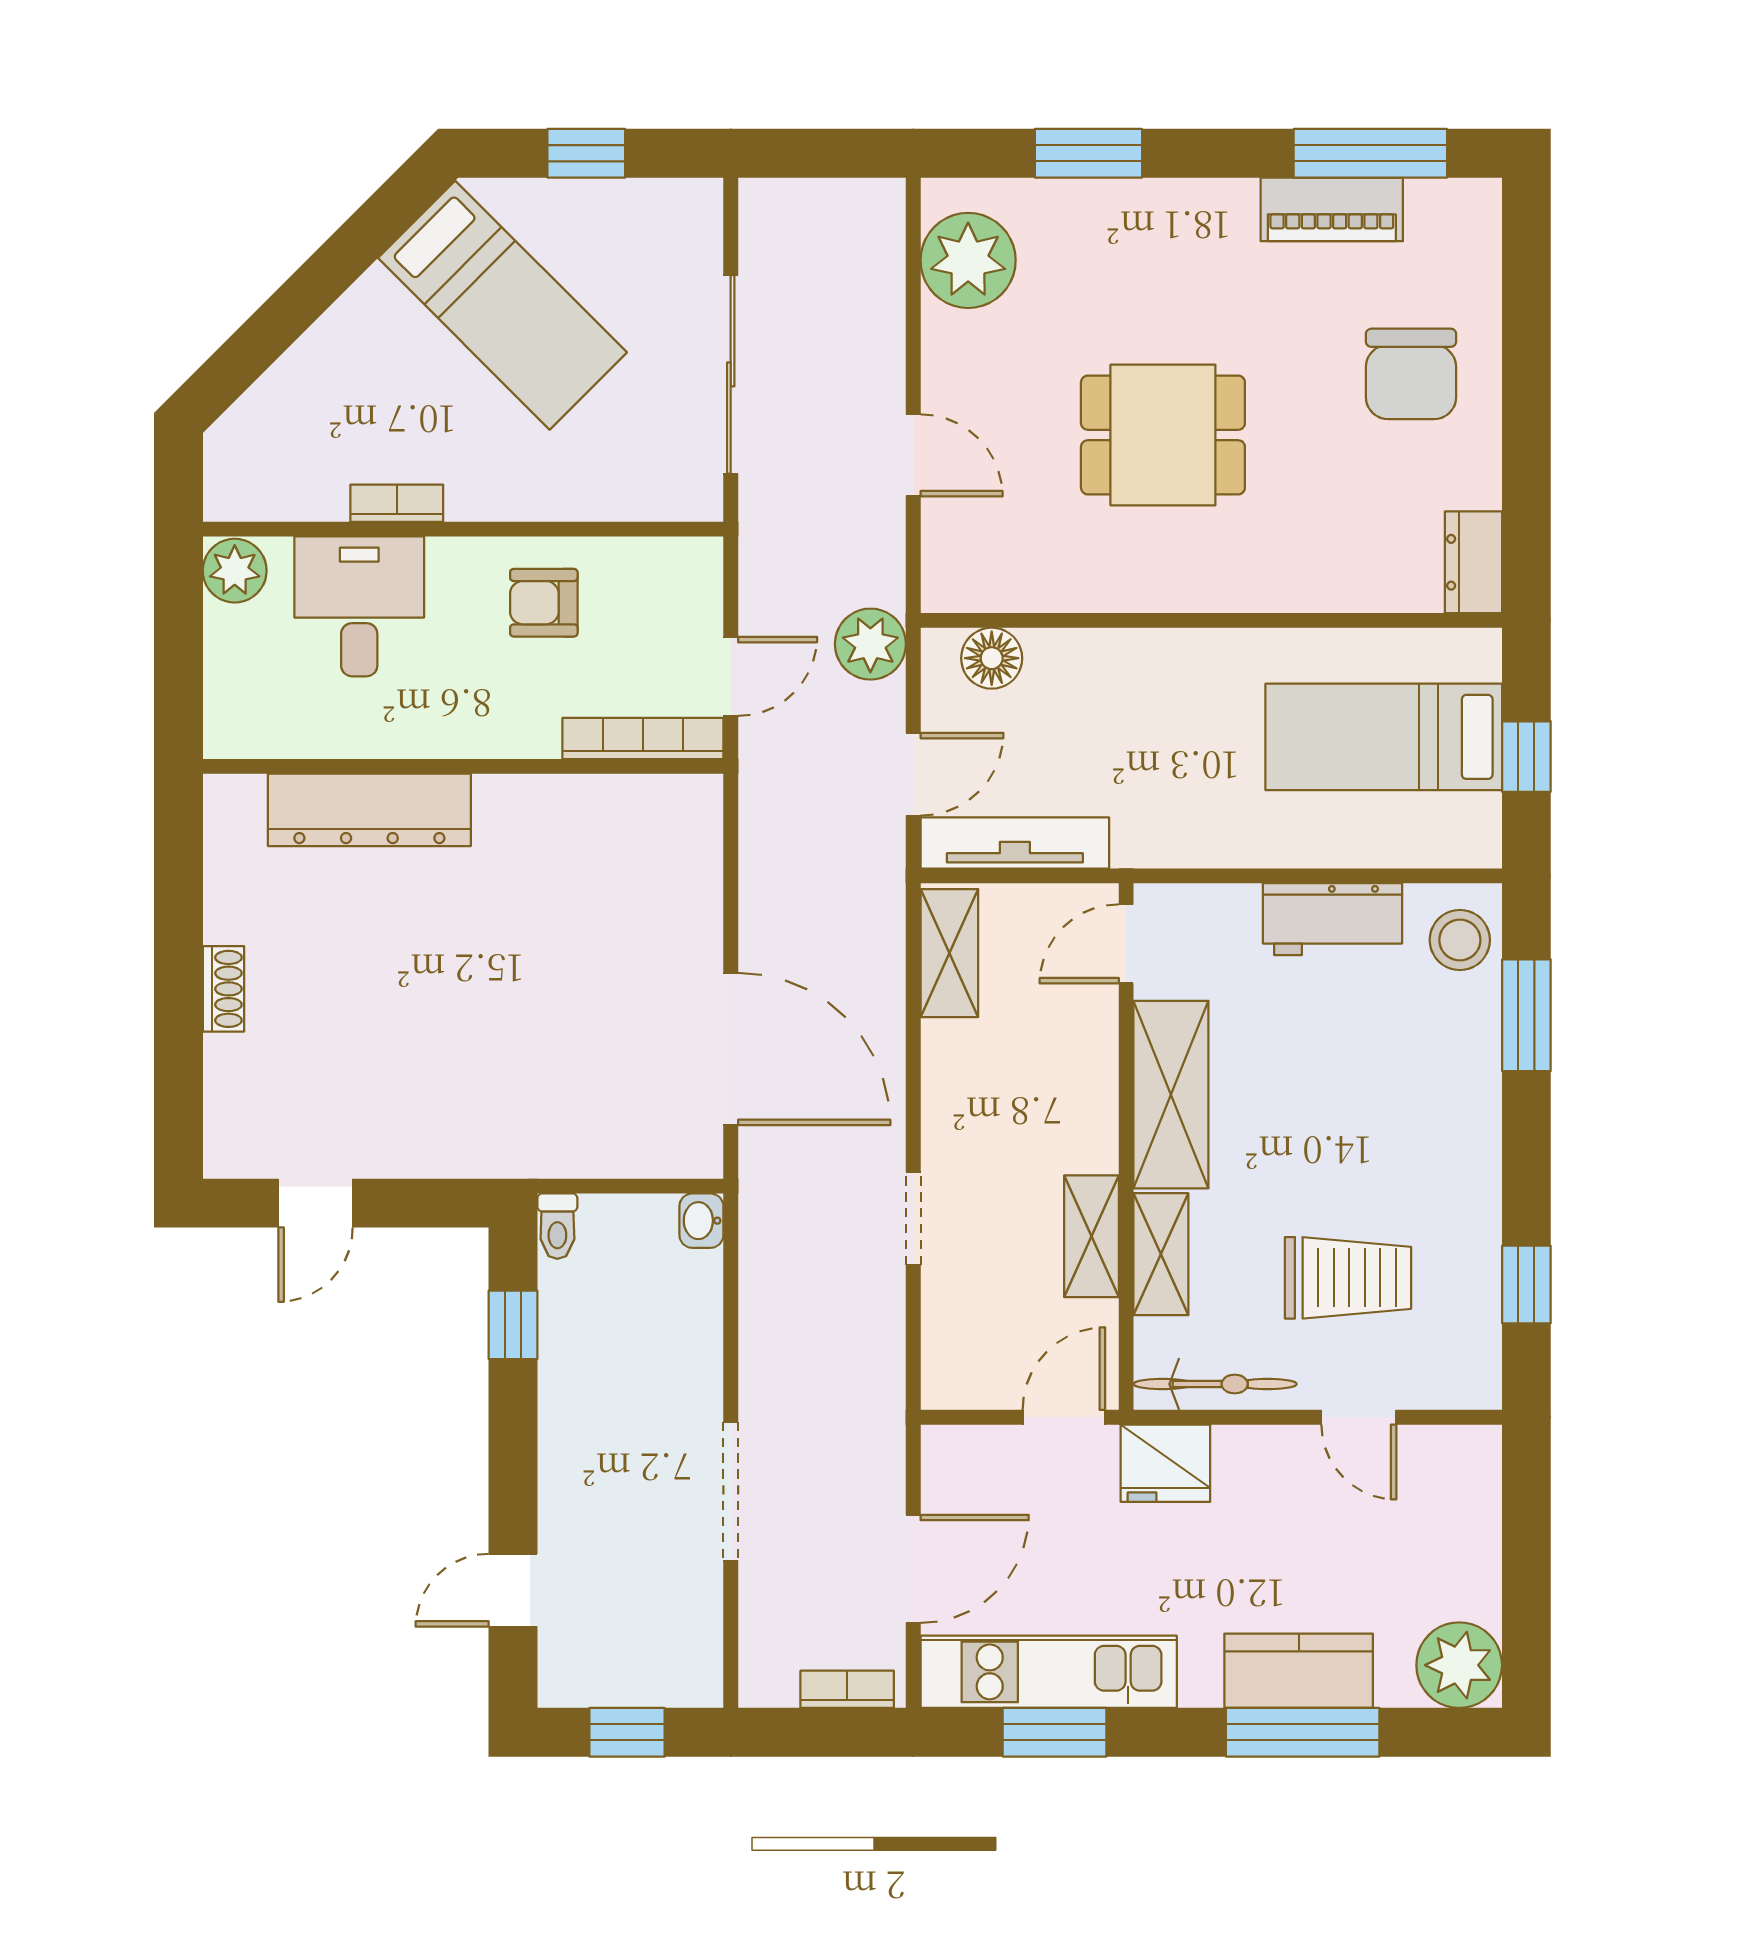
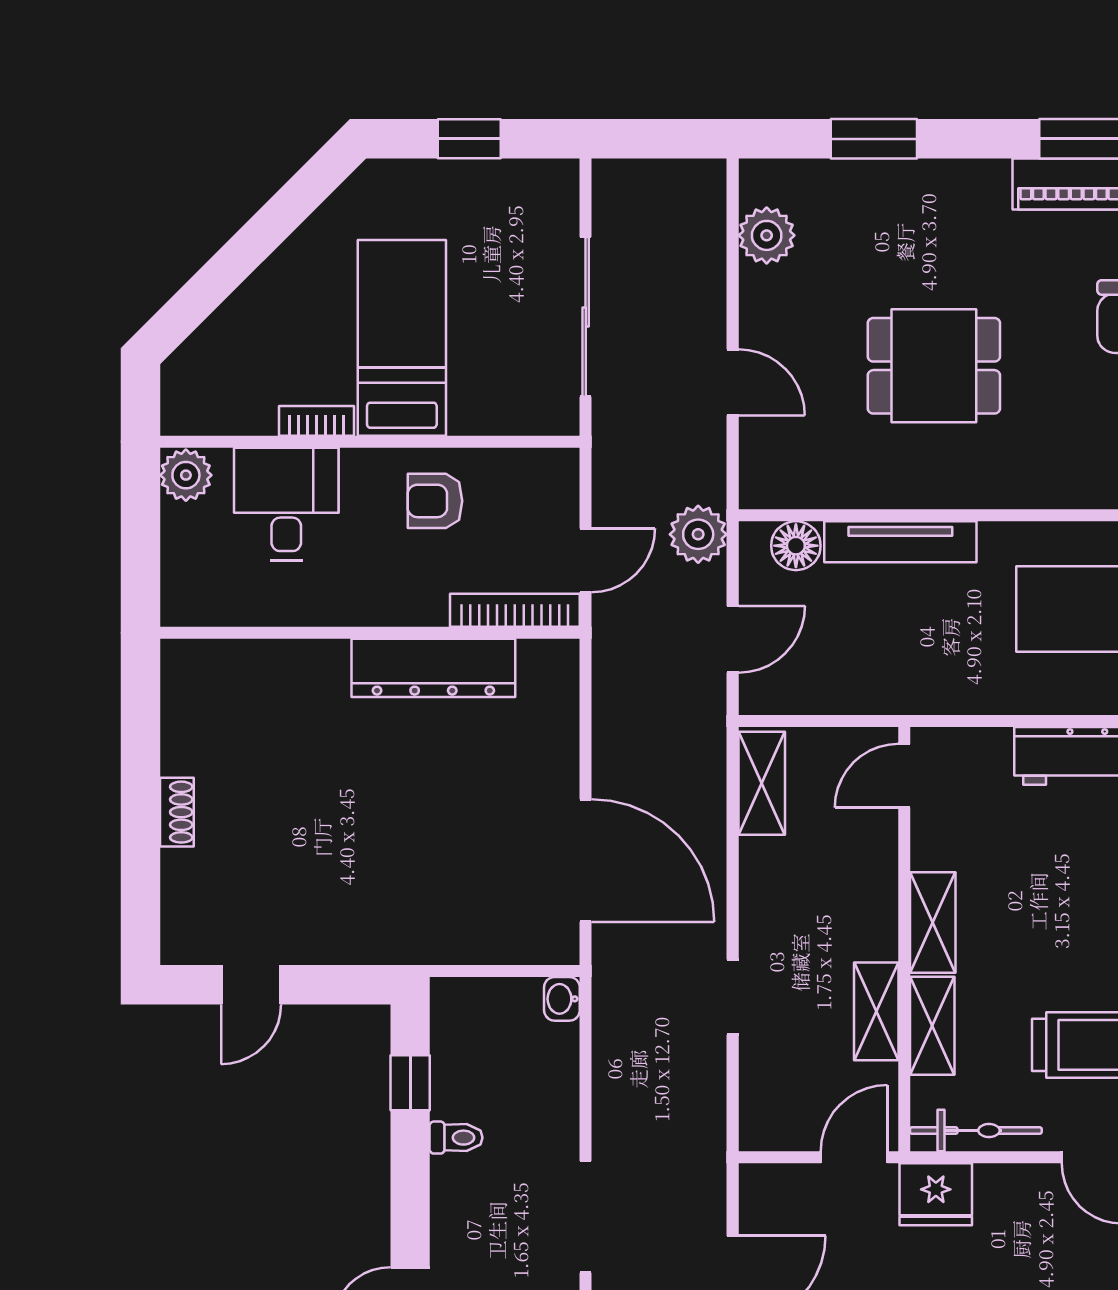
plant: (968, 260) -> (767, 235), width x0.73, depth x0.73
bed: (502, 305) -> (402, 338), moved, turned -135
dresser: (369, 810) -> (433, 668), moved
tv unit: (1015, 843) -> (900, 542), moved, turned 180
shelving: (1171, 1095) -> (933, 922), width x0.67, depth x0.75
toilet: (557, 1226) -> (456, 1138), moved, turned -90

